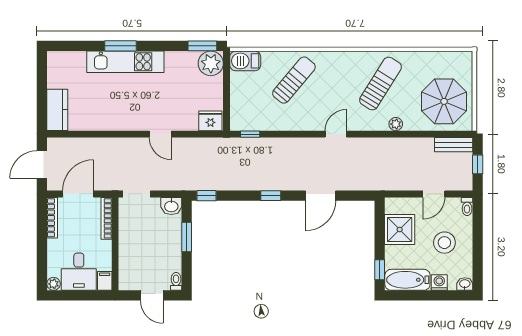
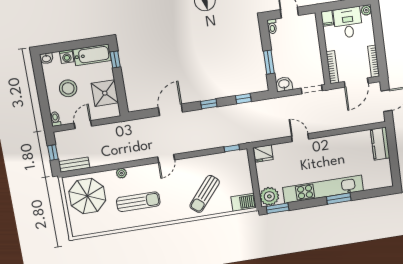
kitchen unit: (125, 62) -> (323, 189), width x1.36
sun lounger: (380, 84) -> (138, 202), turned -122
window: (206, 196) -> (243, 99), moved

